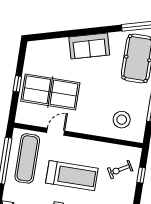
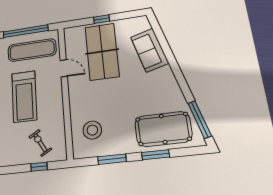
sofa: (89, 46) -> (150, 50), moved

